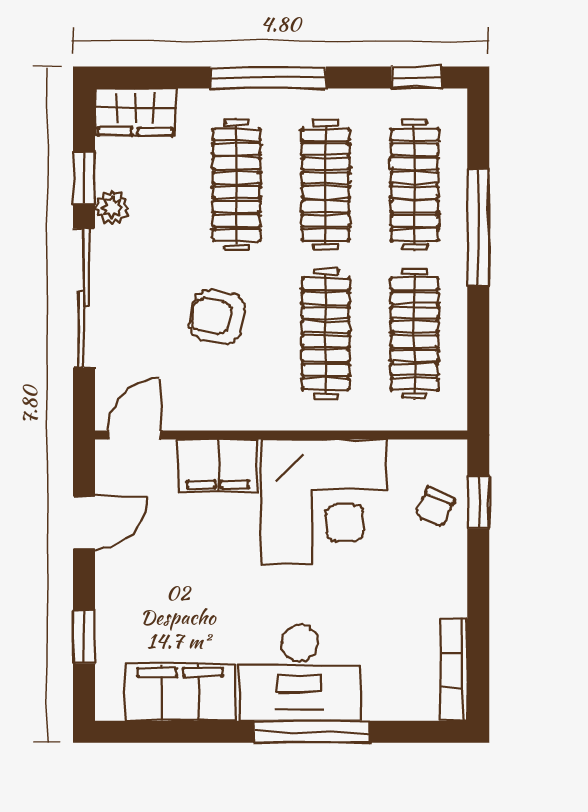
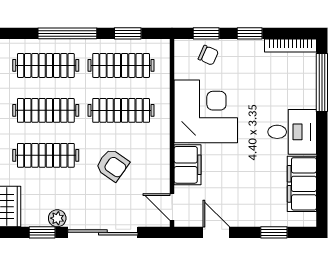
armchair: (217, 317) -> (112, 165), turned -65
window: (478, 347) -> (128, 33), added
window: (478, 589) -> (250, 33), added
desk: (300, 673) -> (292, 132), width x0.73
window: (312, 732) -> (322, 82), moved

